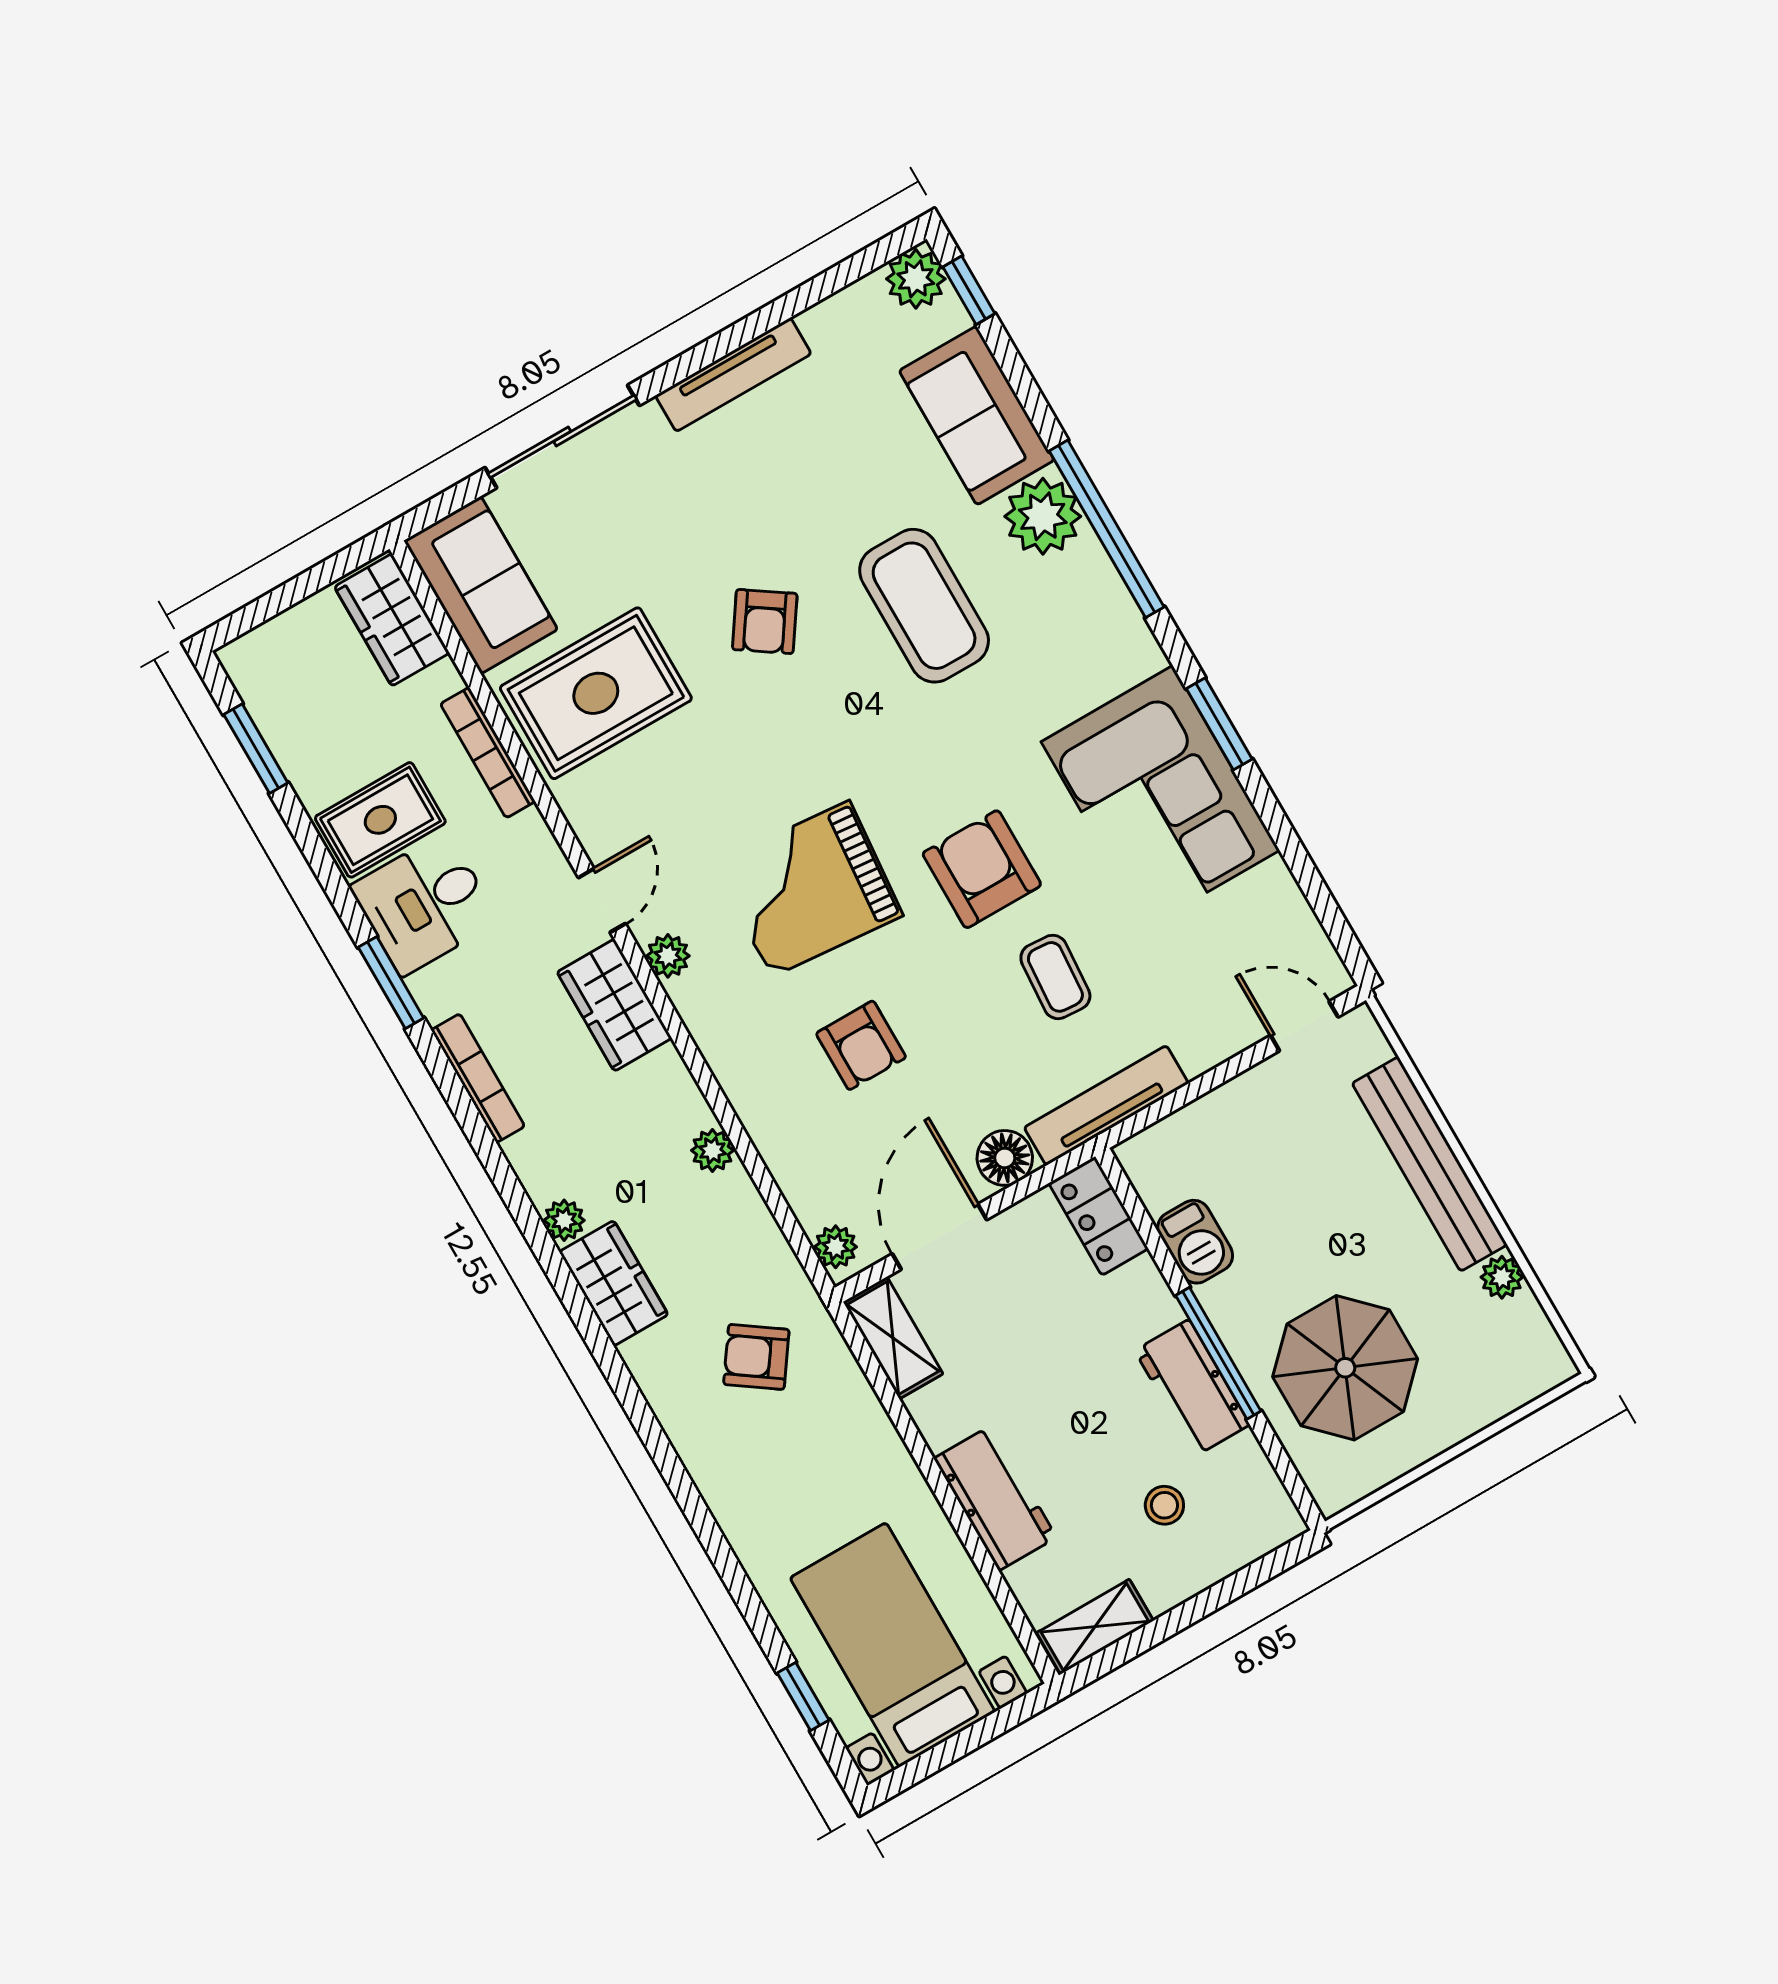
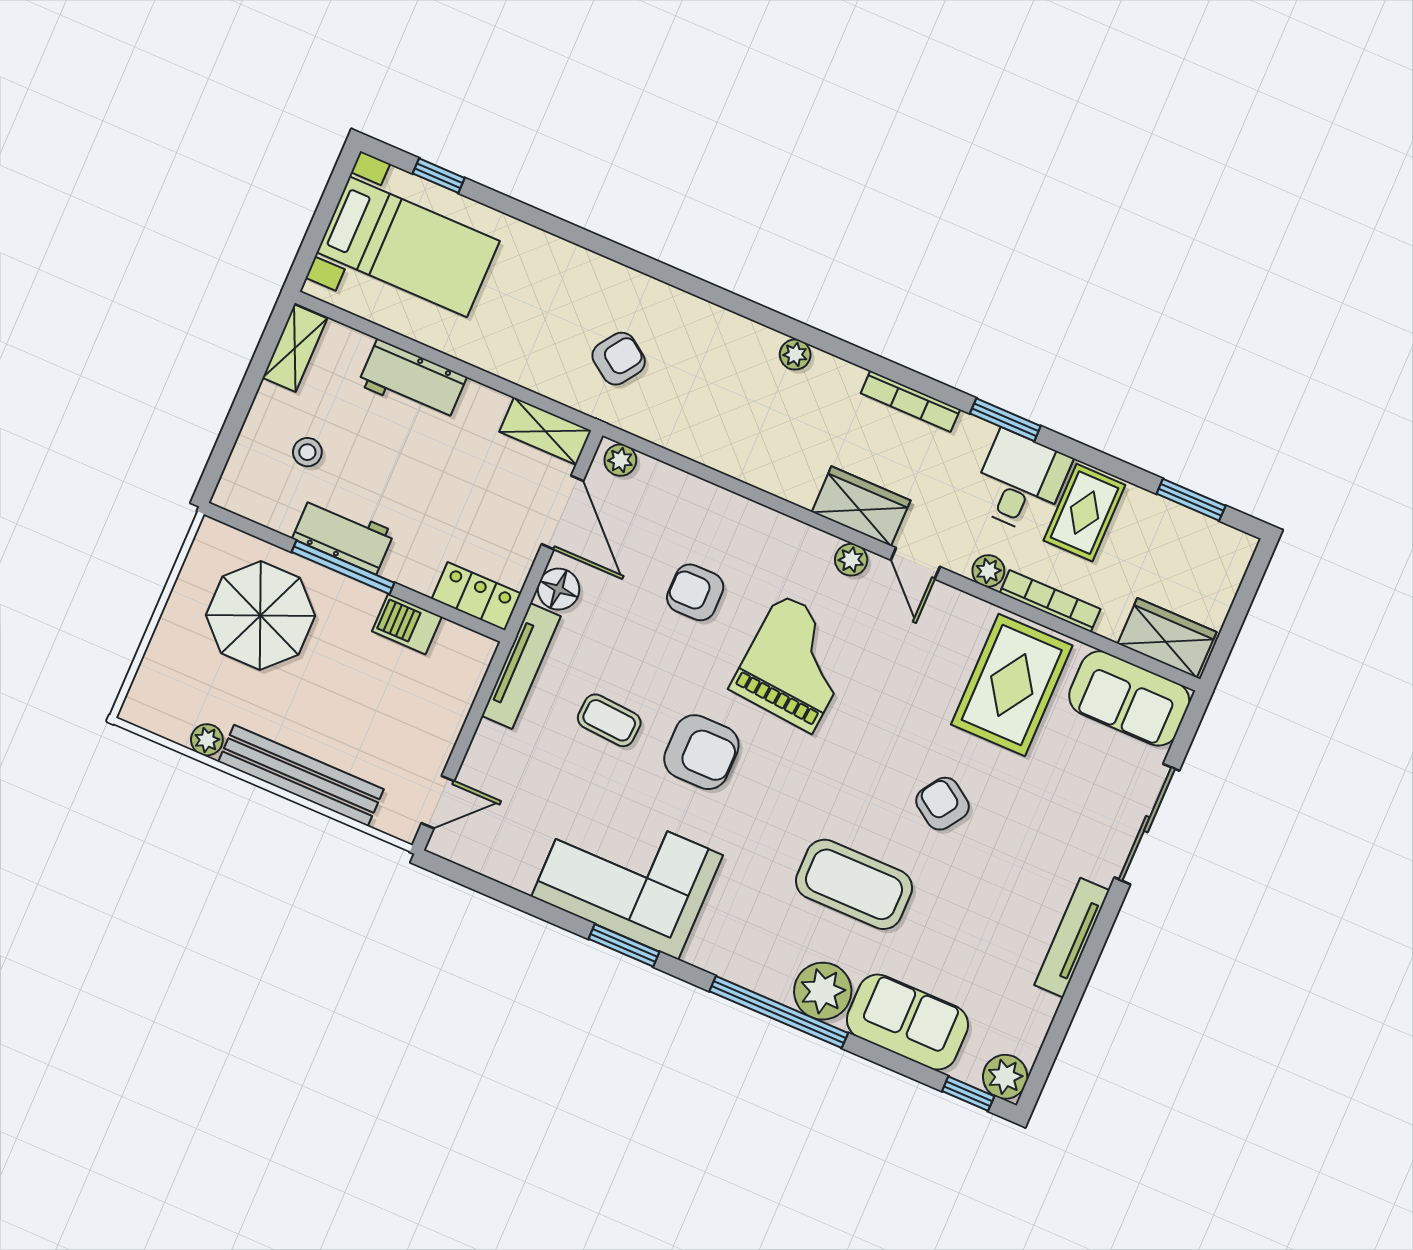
plant: (712, 1150) -> (988, 571), moved
wardrobe: (614, 1283) -> (737, 339), removed

